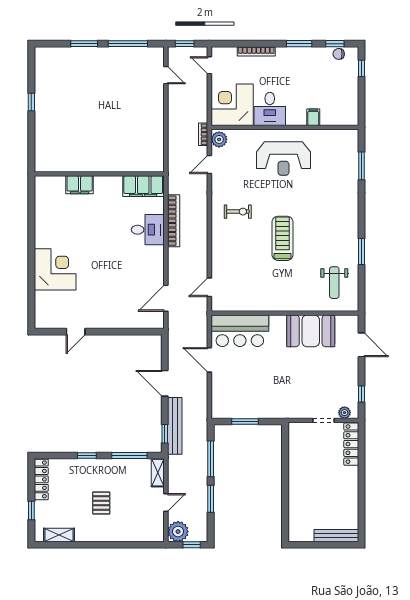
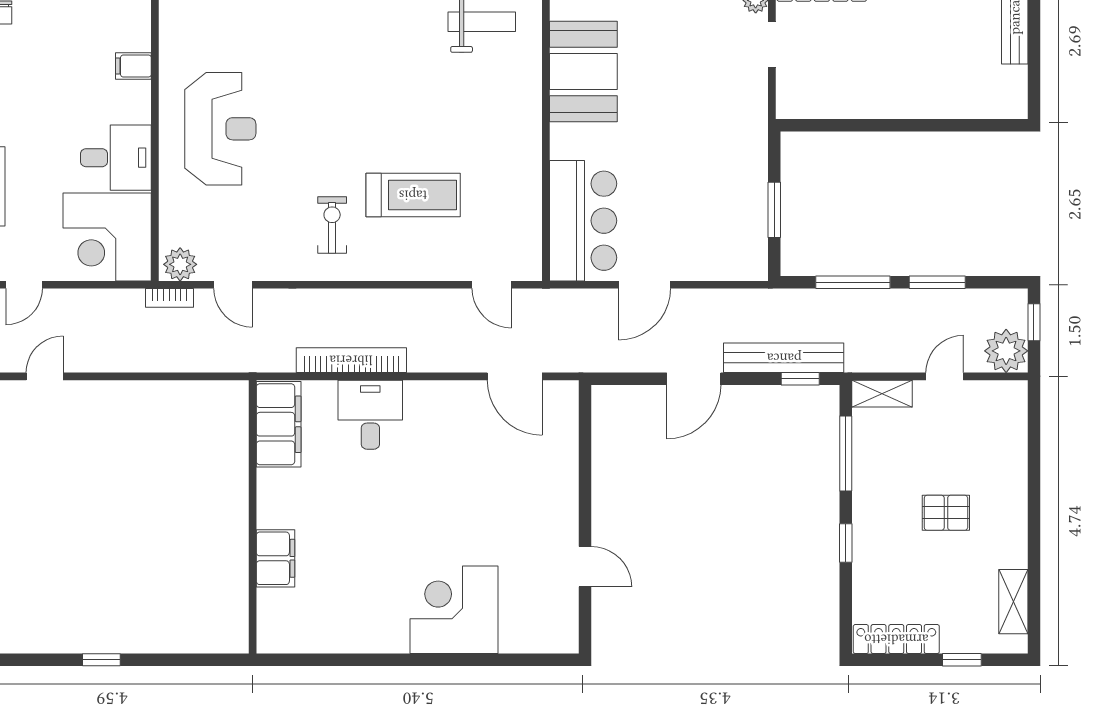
treadmill: (282, 238) -> (413, 195), moved, turned 180
door: (166, 502) -> (945, 376), hinge flipped

